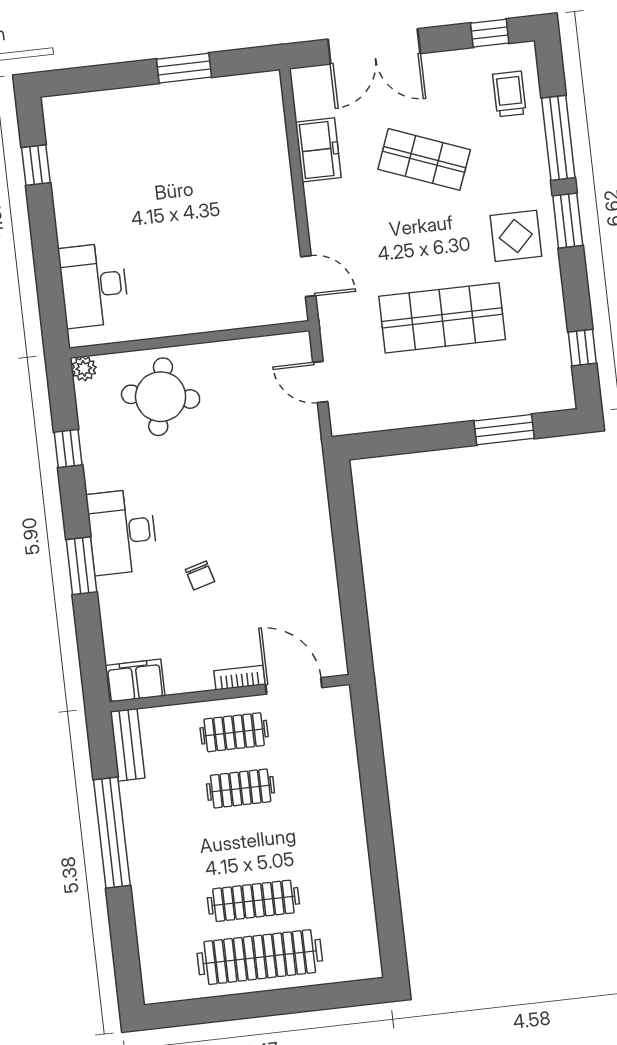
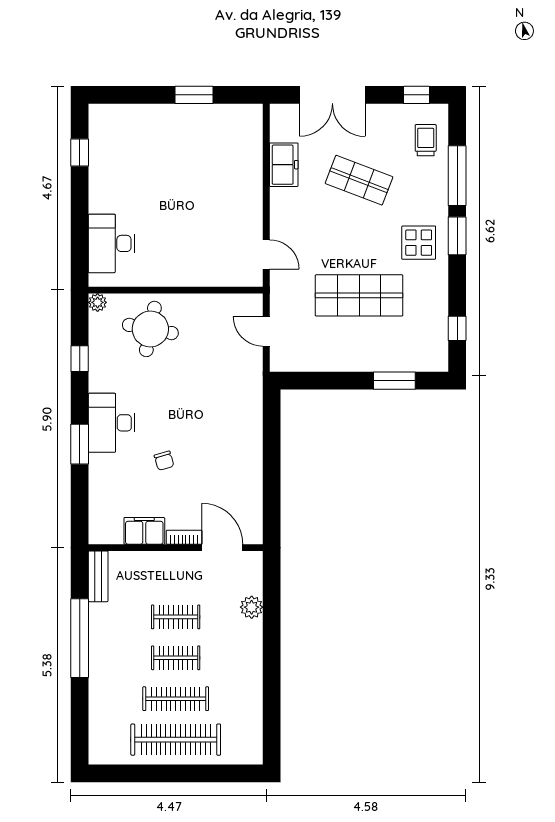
filing cabinet: (135, 681) -> (144, 531), moved
clothes rail: (234, 732) -> (176, 658), moved
plant: (343, 763) -> (252, 607), added

